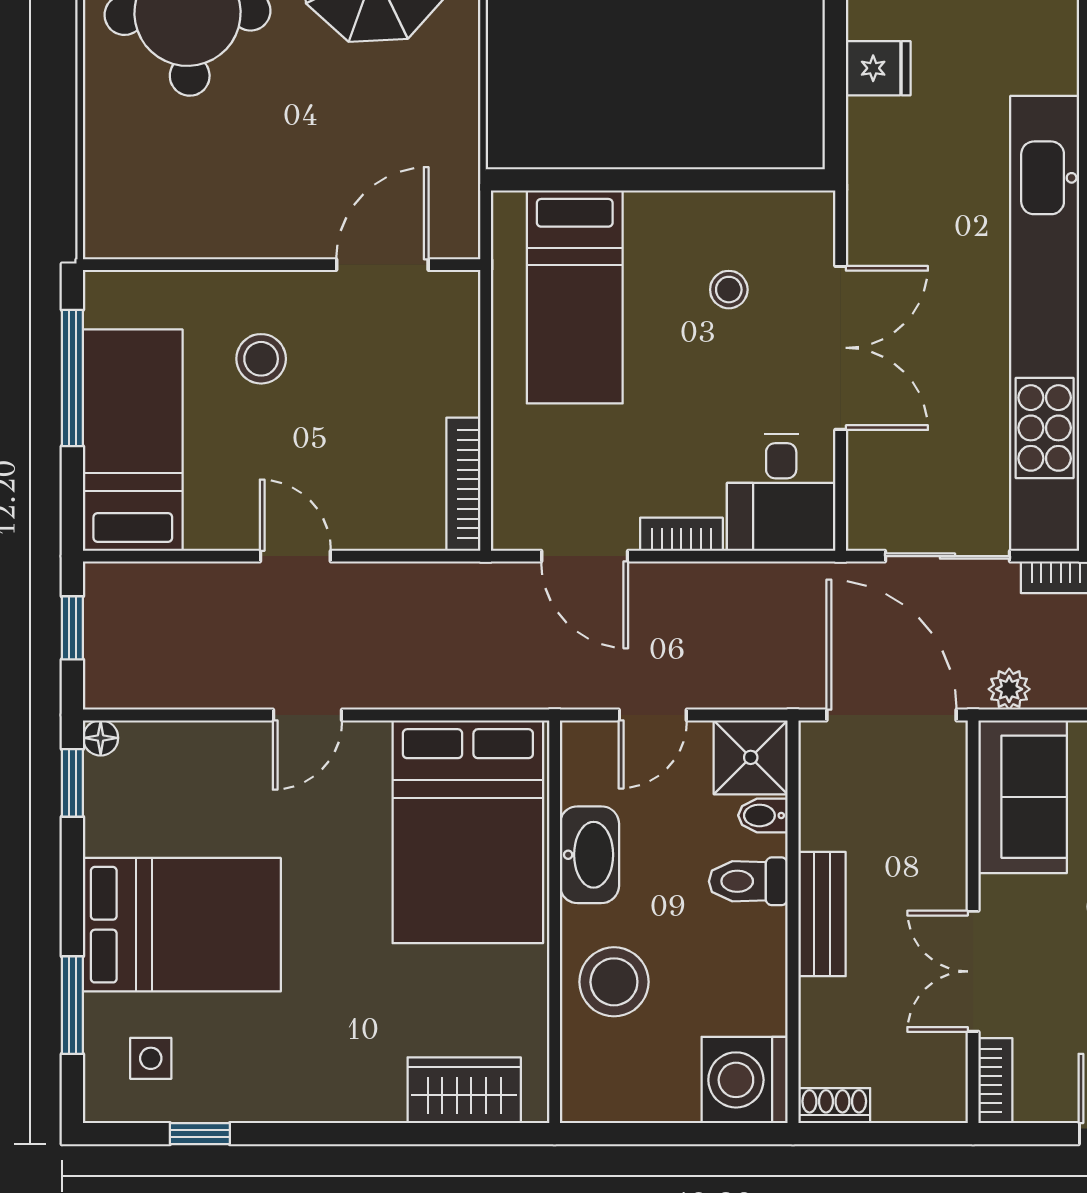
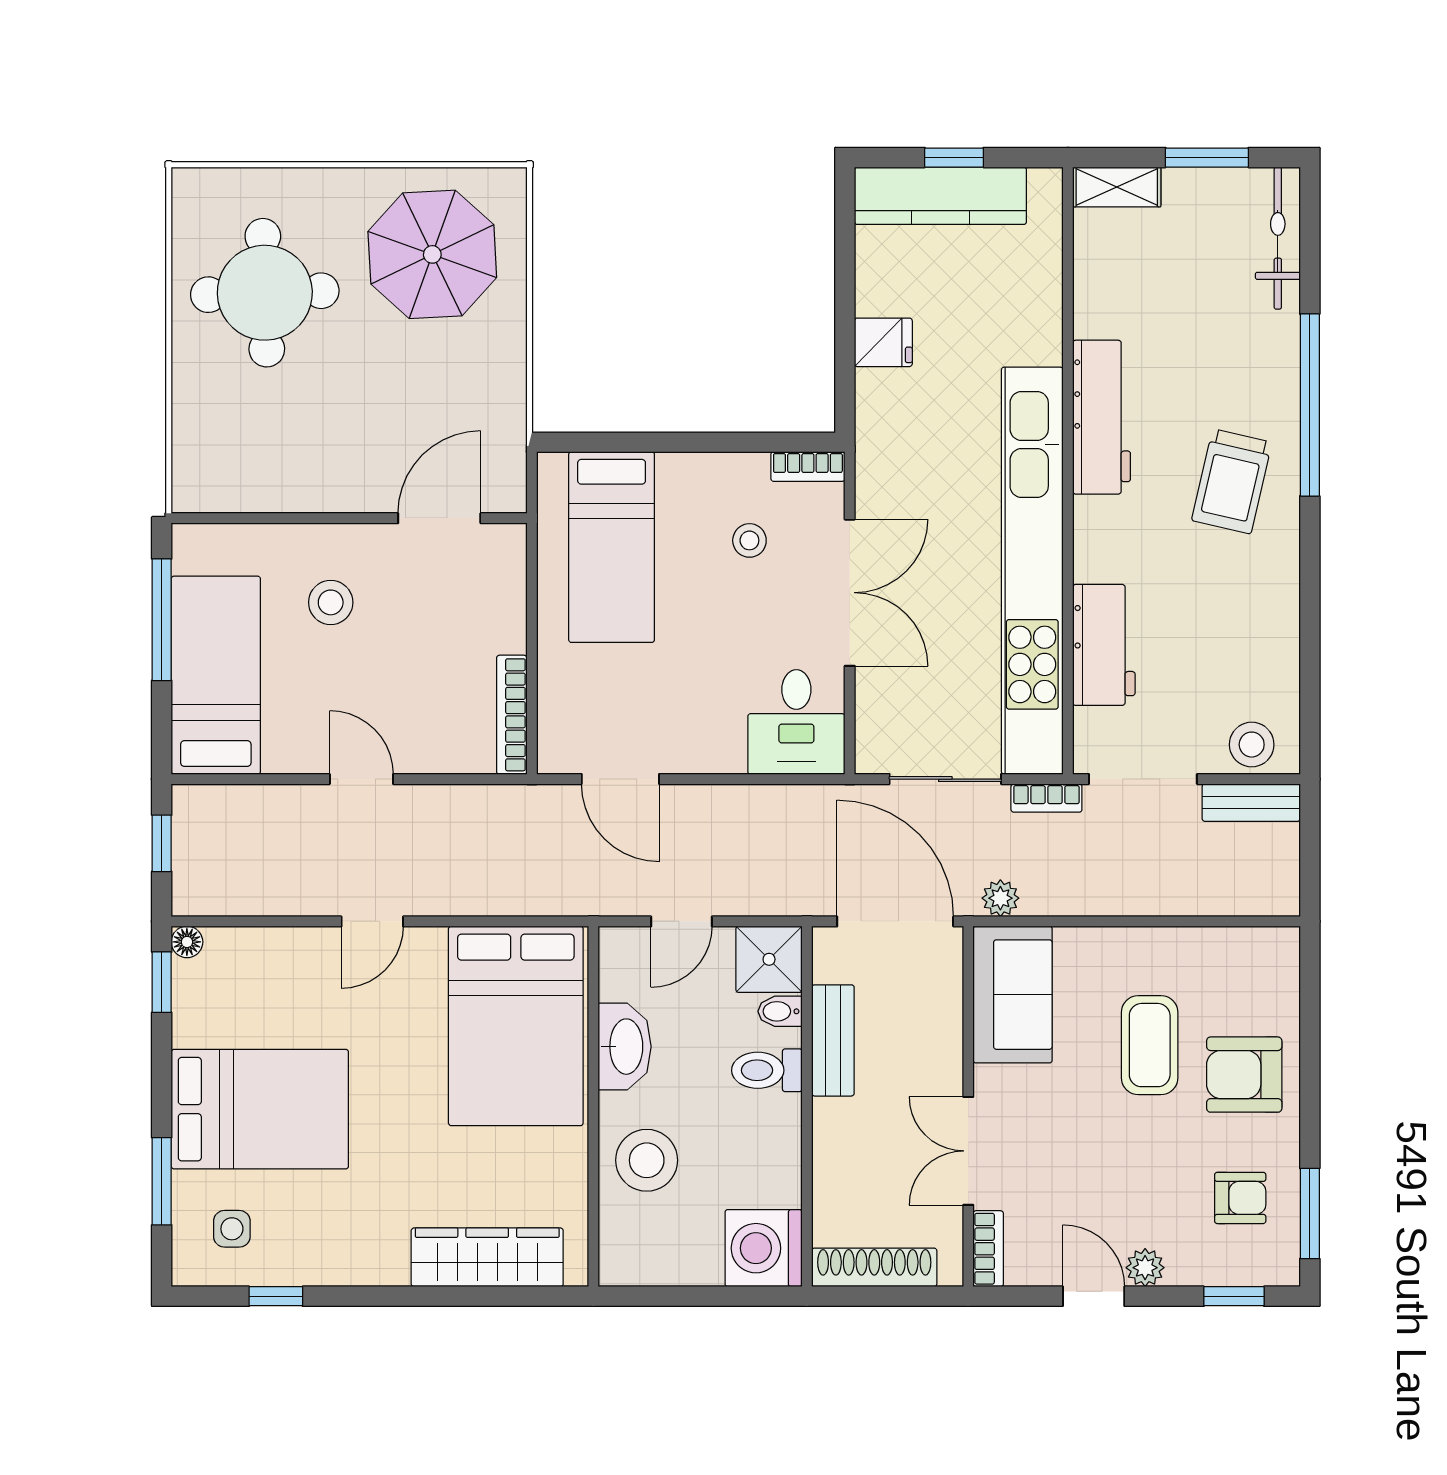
bookcase: (681, 534) -> (808, 467), moved, turned 180
bench: (822, 914) -> (833, 1040), moved
wardrobe: (464, 1090) -> (487, 1257), width x1.50
shoe rack: (834, 1106) -> (874, 1267), width x1.94, depth x1.24

